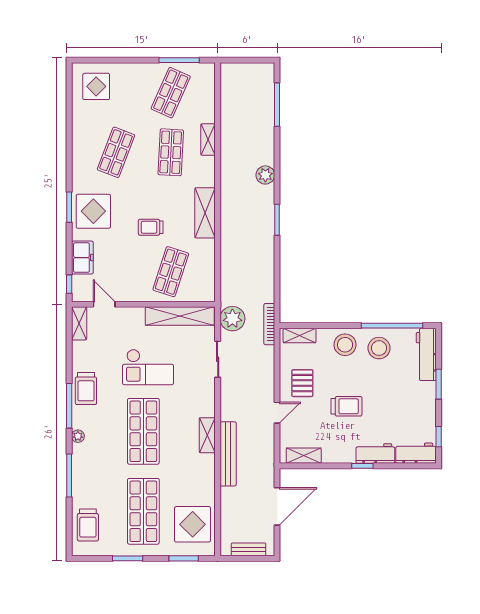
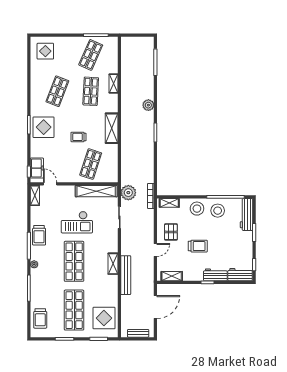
freezer: (82, 258) -> (37, 168), moved

